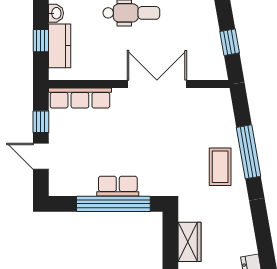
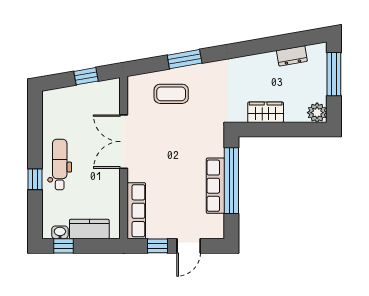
window: (41, 41) -> (63, 246), moved
window: (249, 152) -> (185, 59), width x0.69
coffee table: (220, 167) -> (171, 94), moved
row of seats: (118, 186) -> (215, 186), width x1.48

